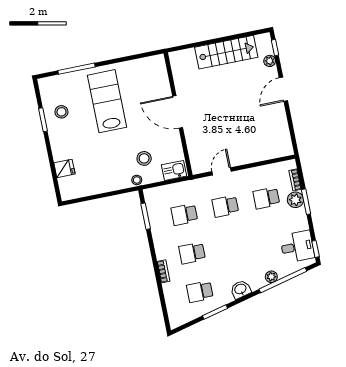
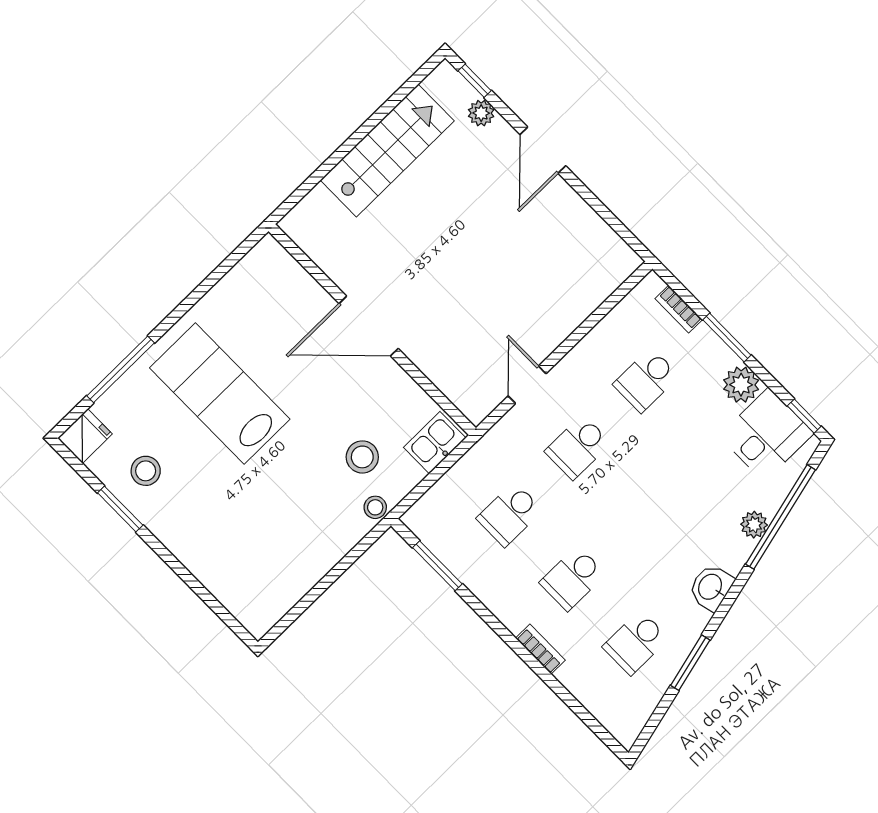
fridge: (64, 168) -> (85, 436), moved
plant: (295, 200) -> (741, 385), moved

